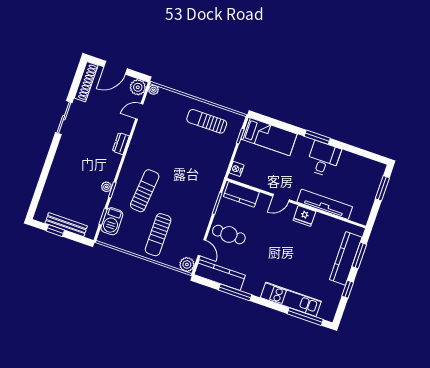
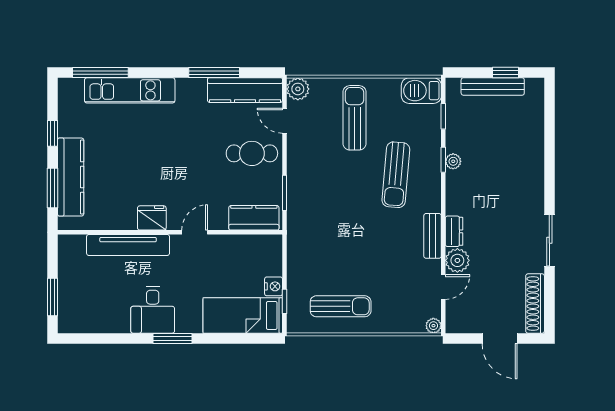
door: (115, 68) -> (500, 338), swing flipped
plant: (138, 87) -> (457, 260), moved
bench: (135, 145) -> (433, 236), added
nightstand: (237, 169) -> (274, 286), moved
barbecue: (112, 221) -> (421, 91), moved, turned -90

